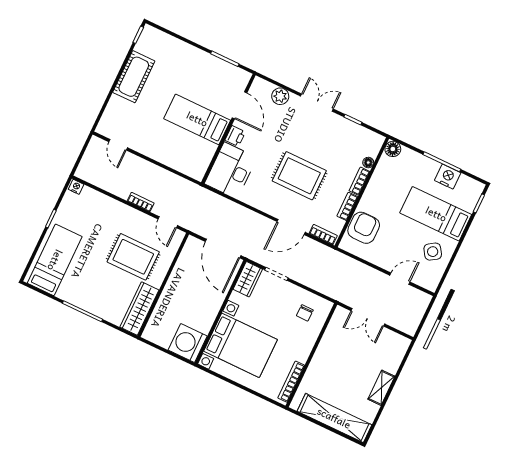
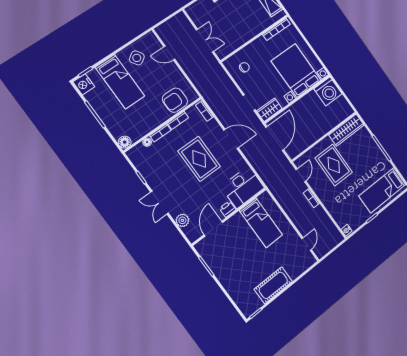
bed: (197, 119) -> (261, 223), moved
nightstand: (448, 177) -> (84, 84), moved
door: (291, 227) -> (231, 139), moved

